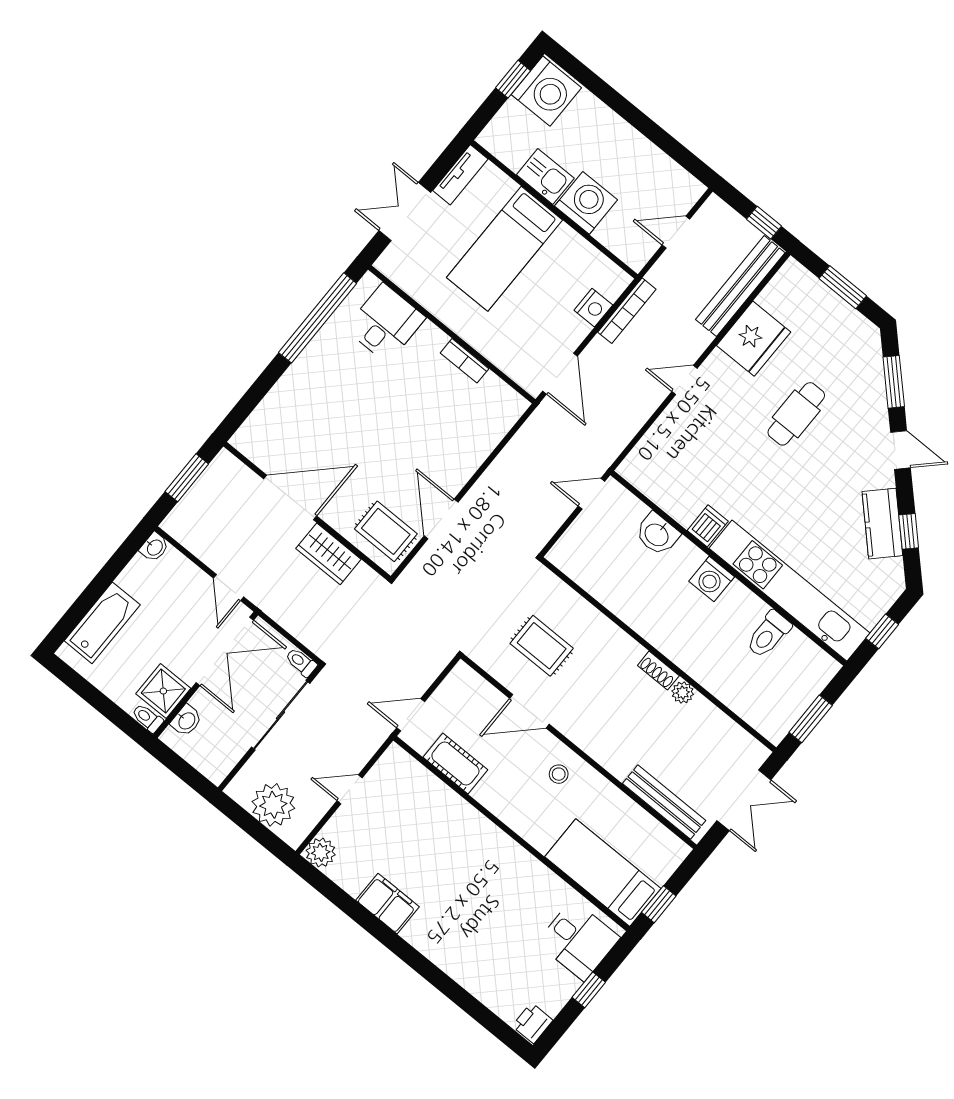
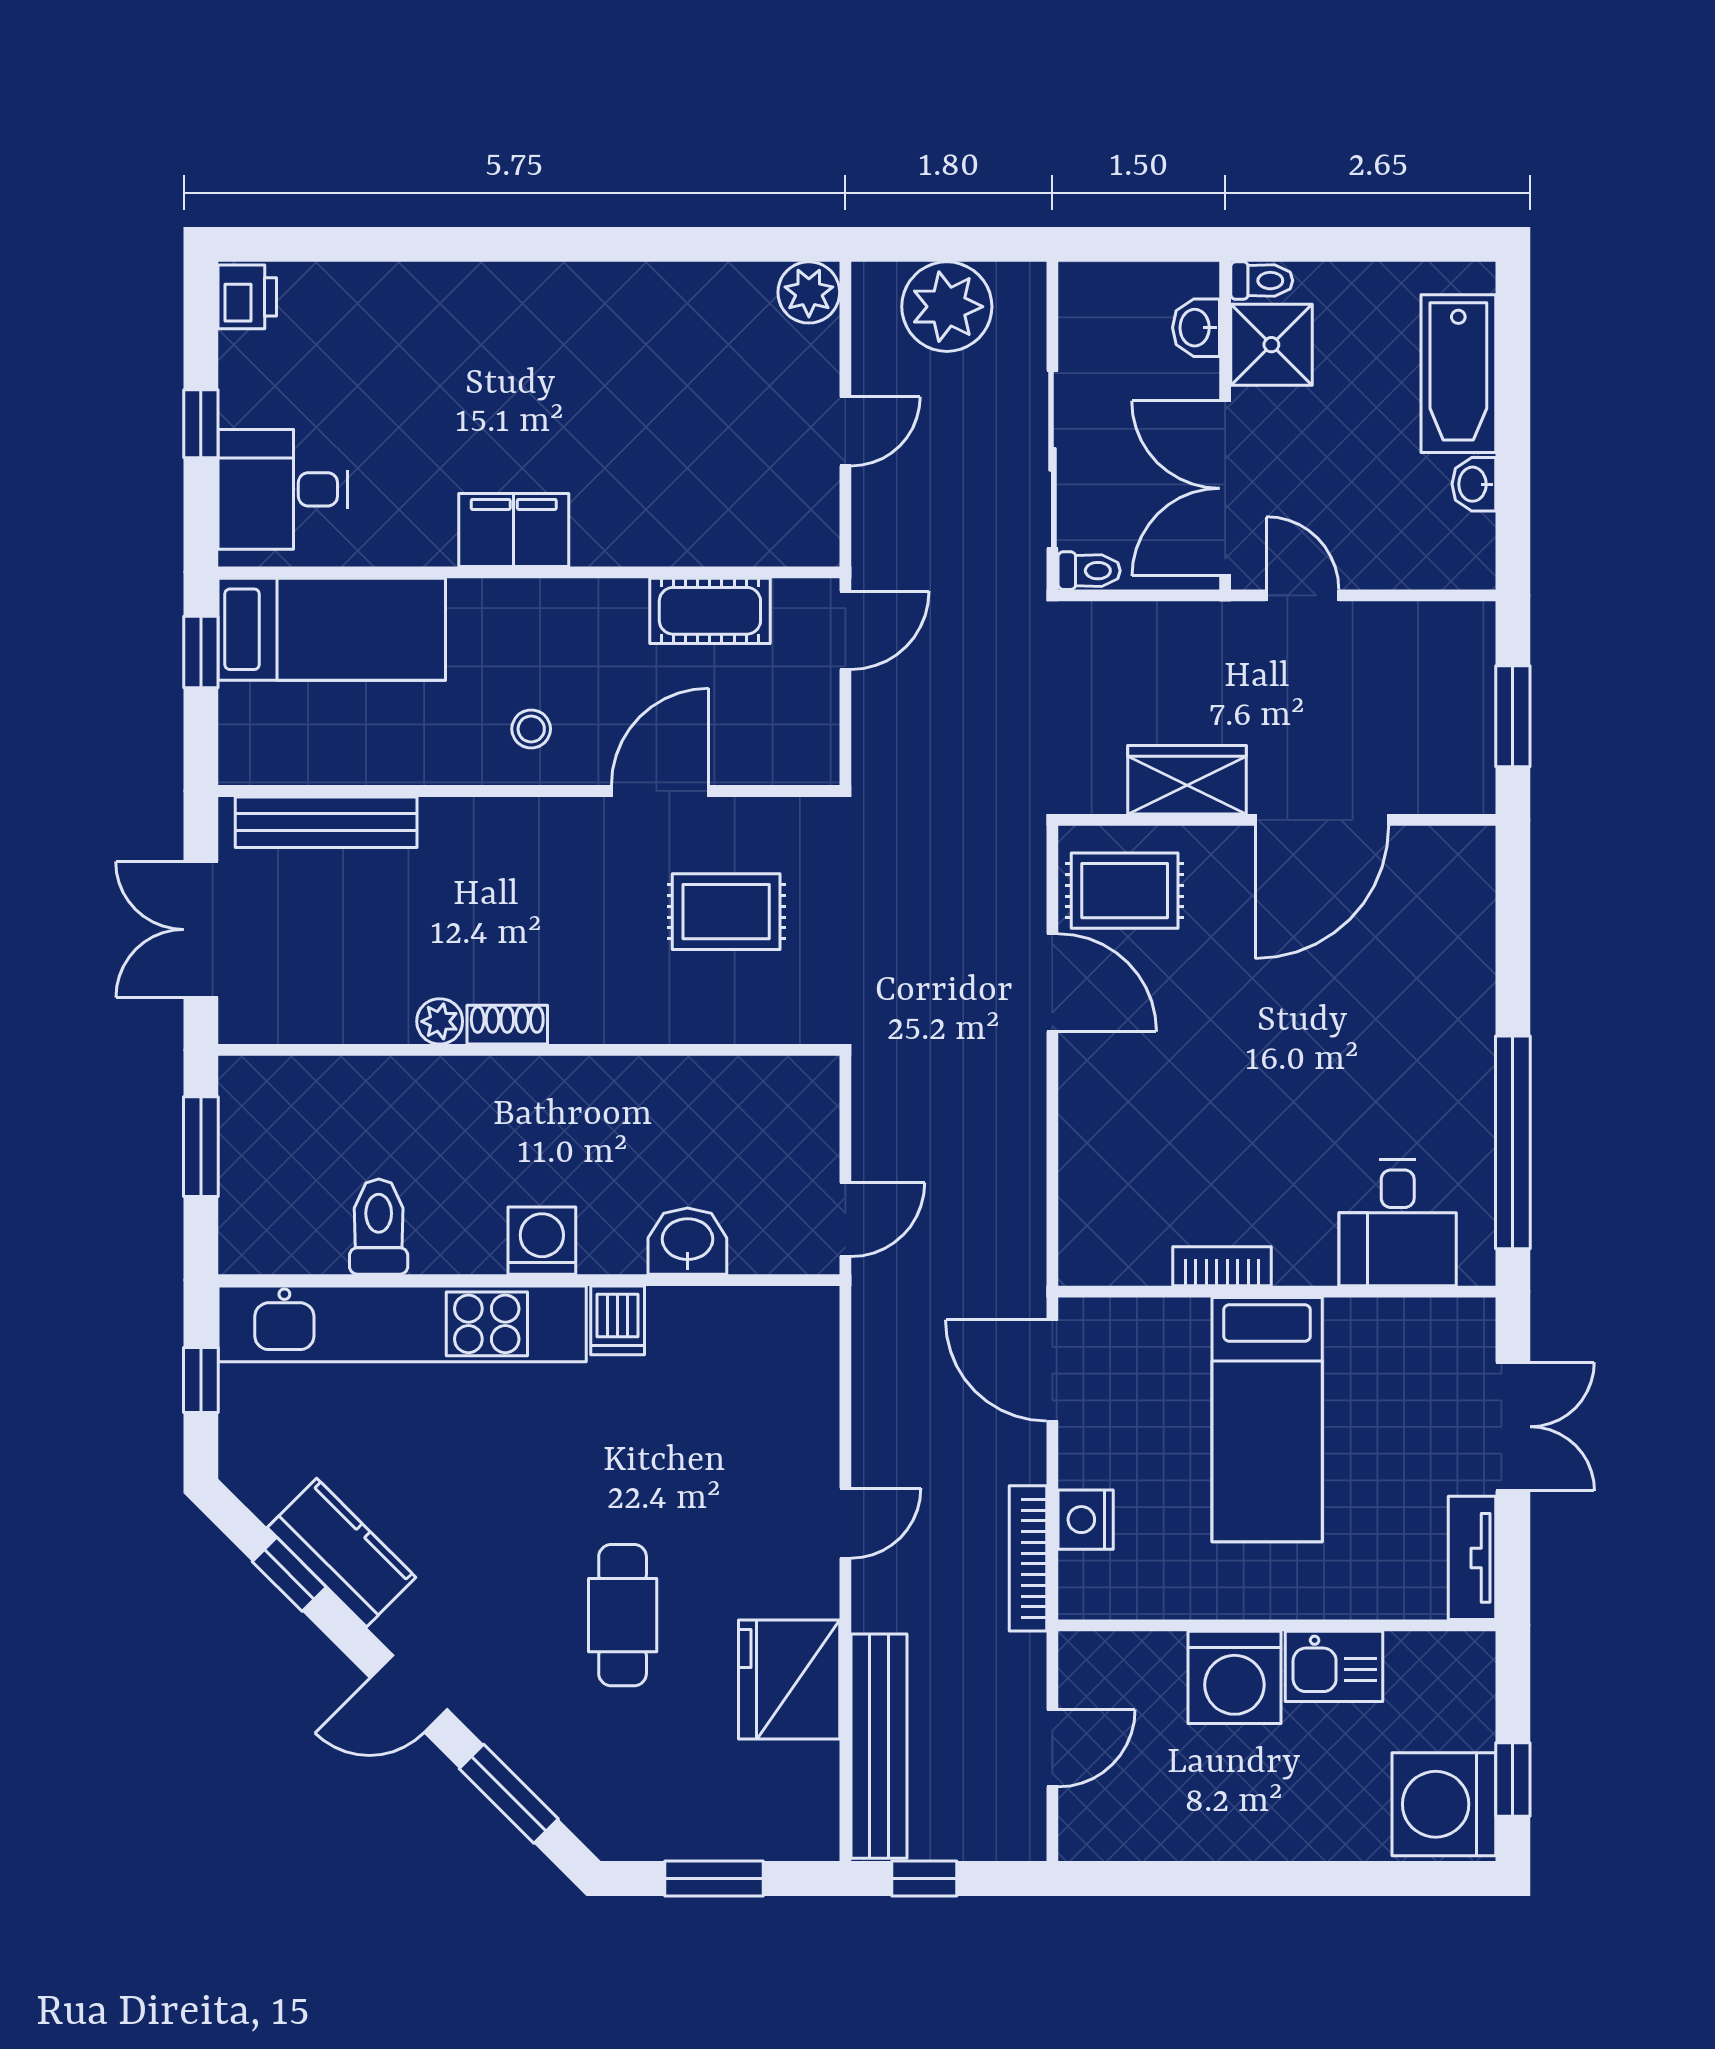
bed: (504, 249) -> (1267, 1420), moved, turned 180
washbasin: (154, 547) -> (1474, 484), moved
filing cabinet: (388, 904) -> (514, 530), moved, turned 180

